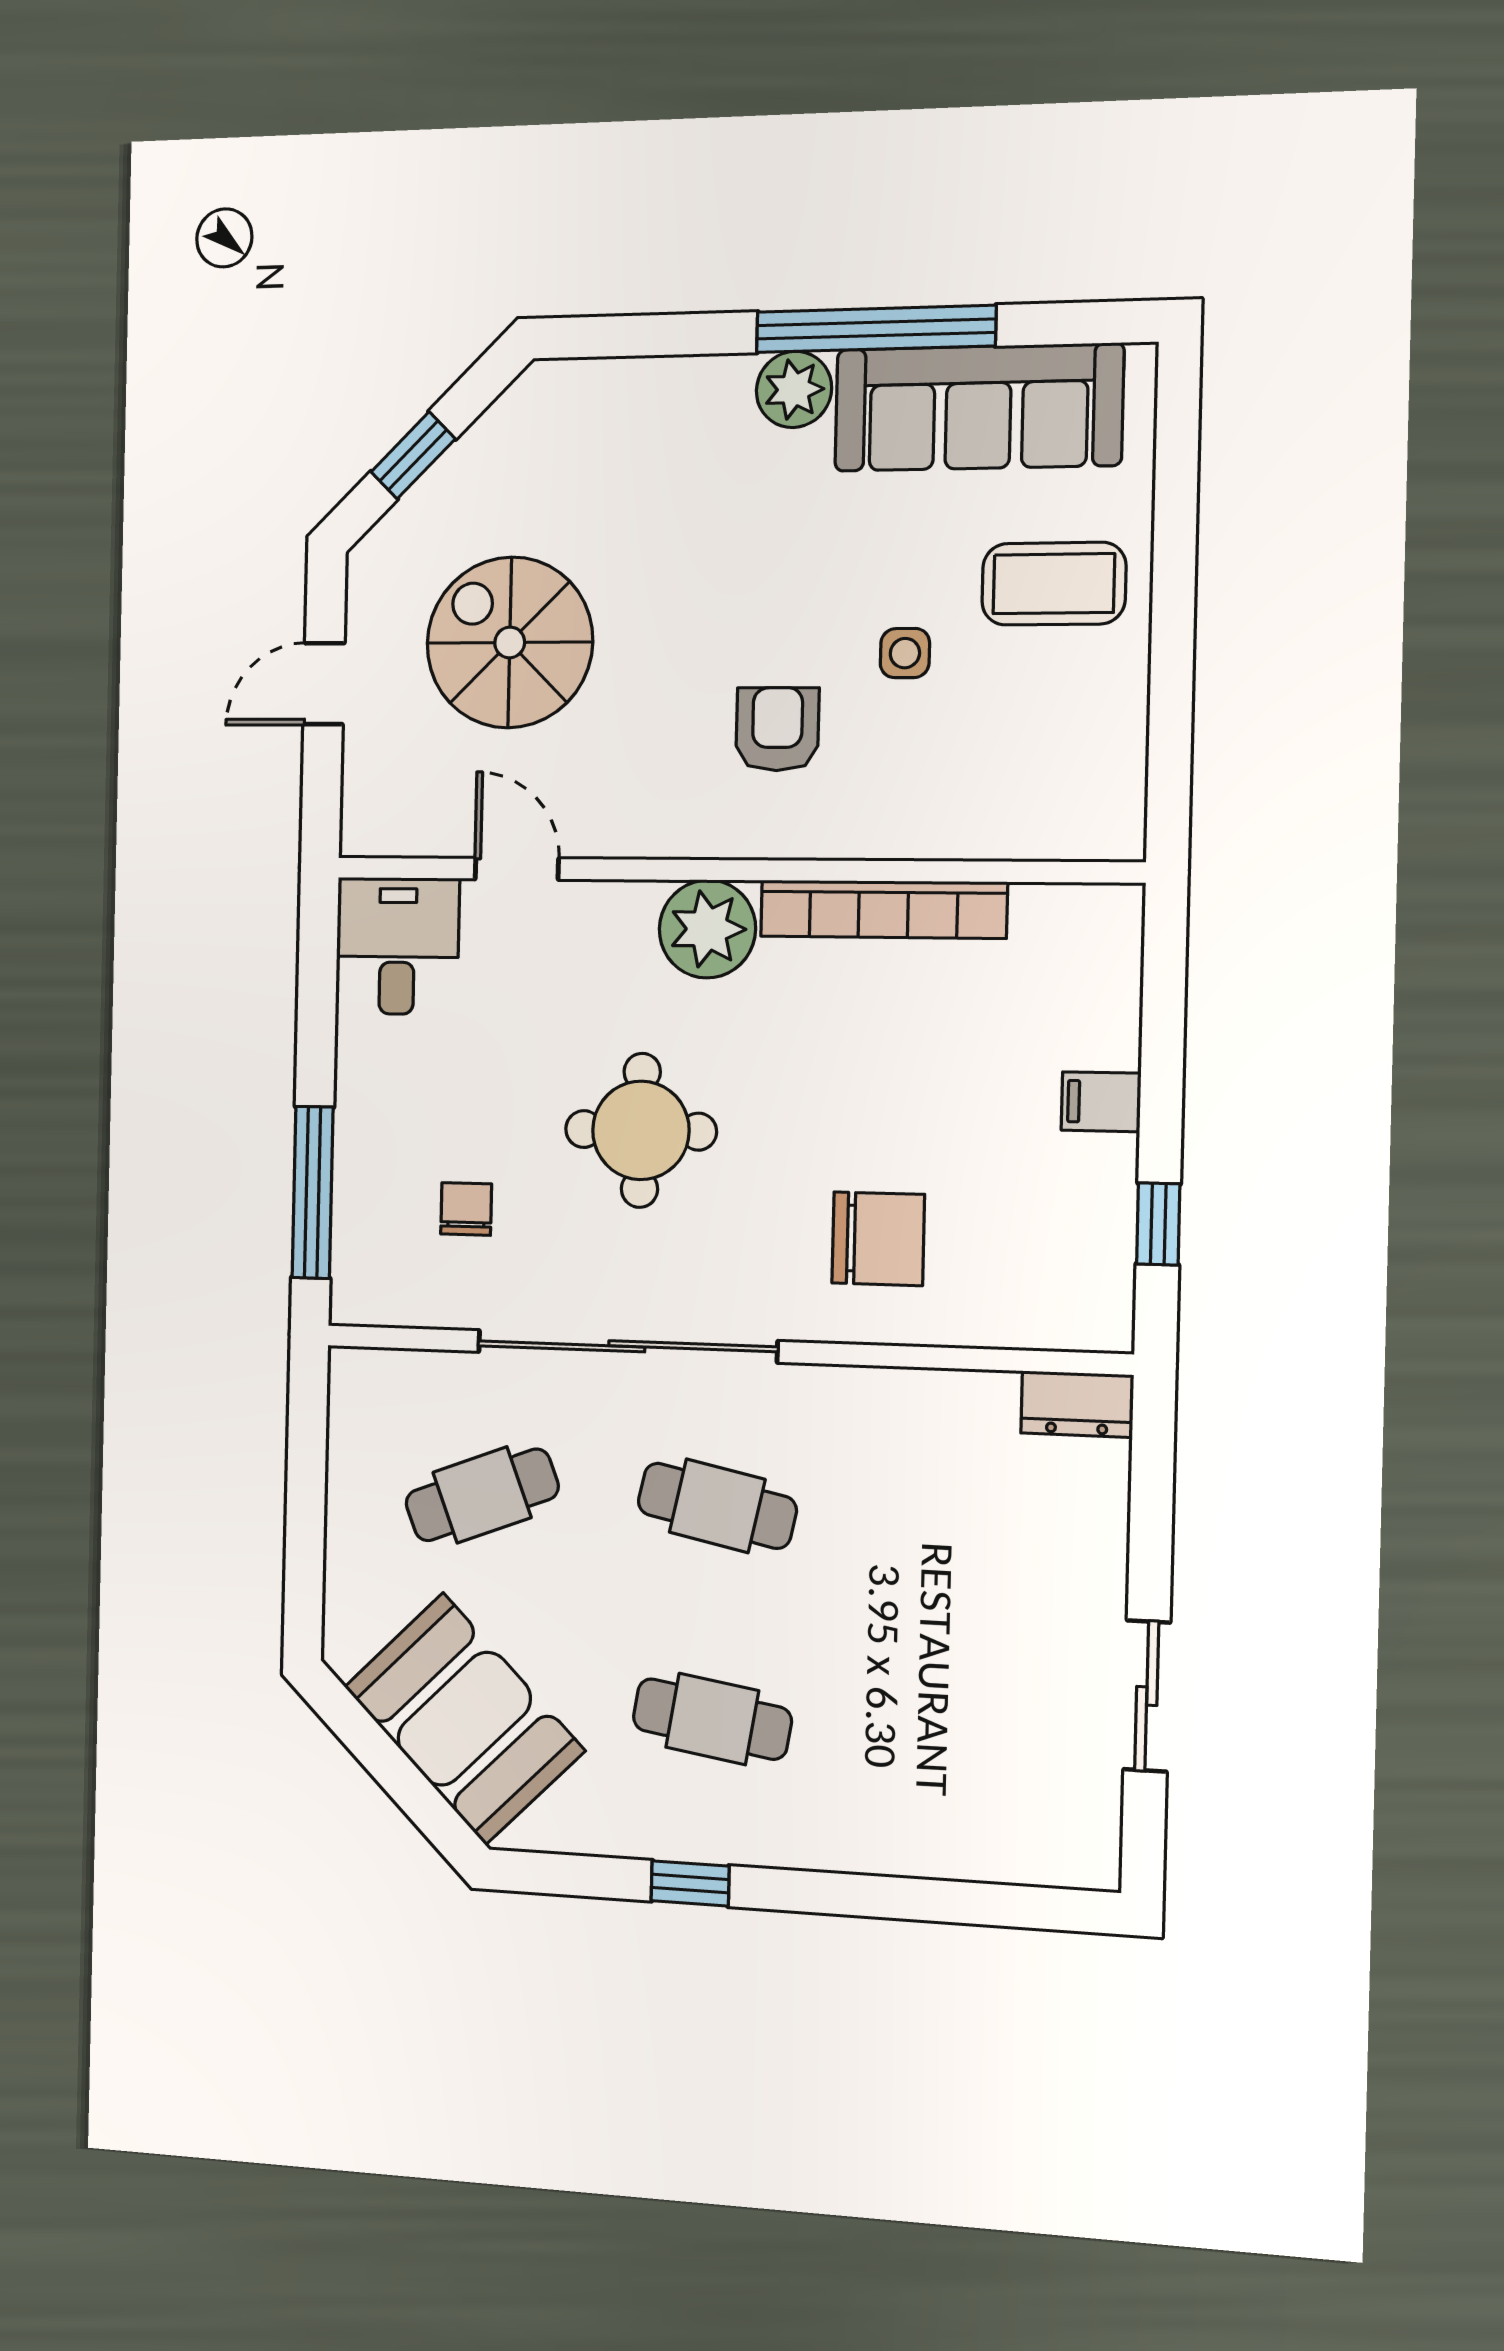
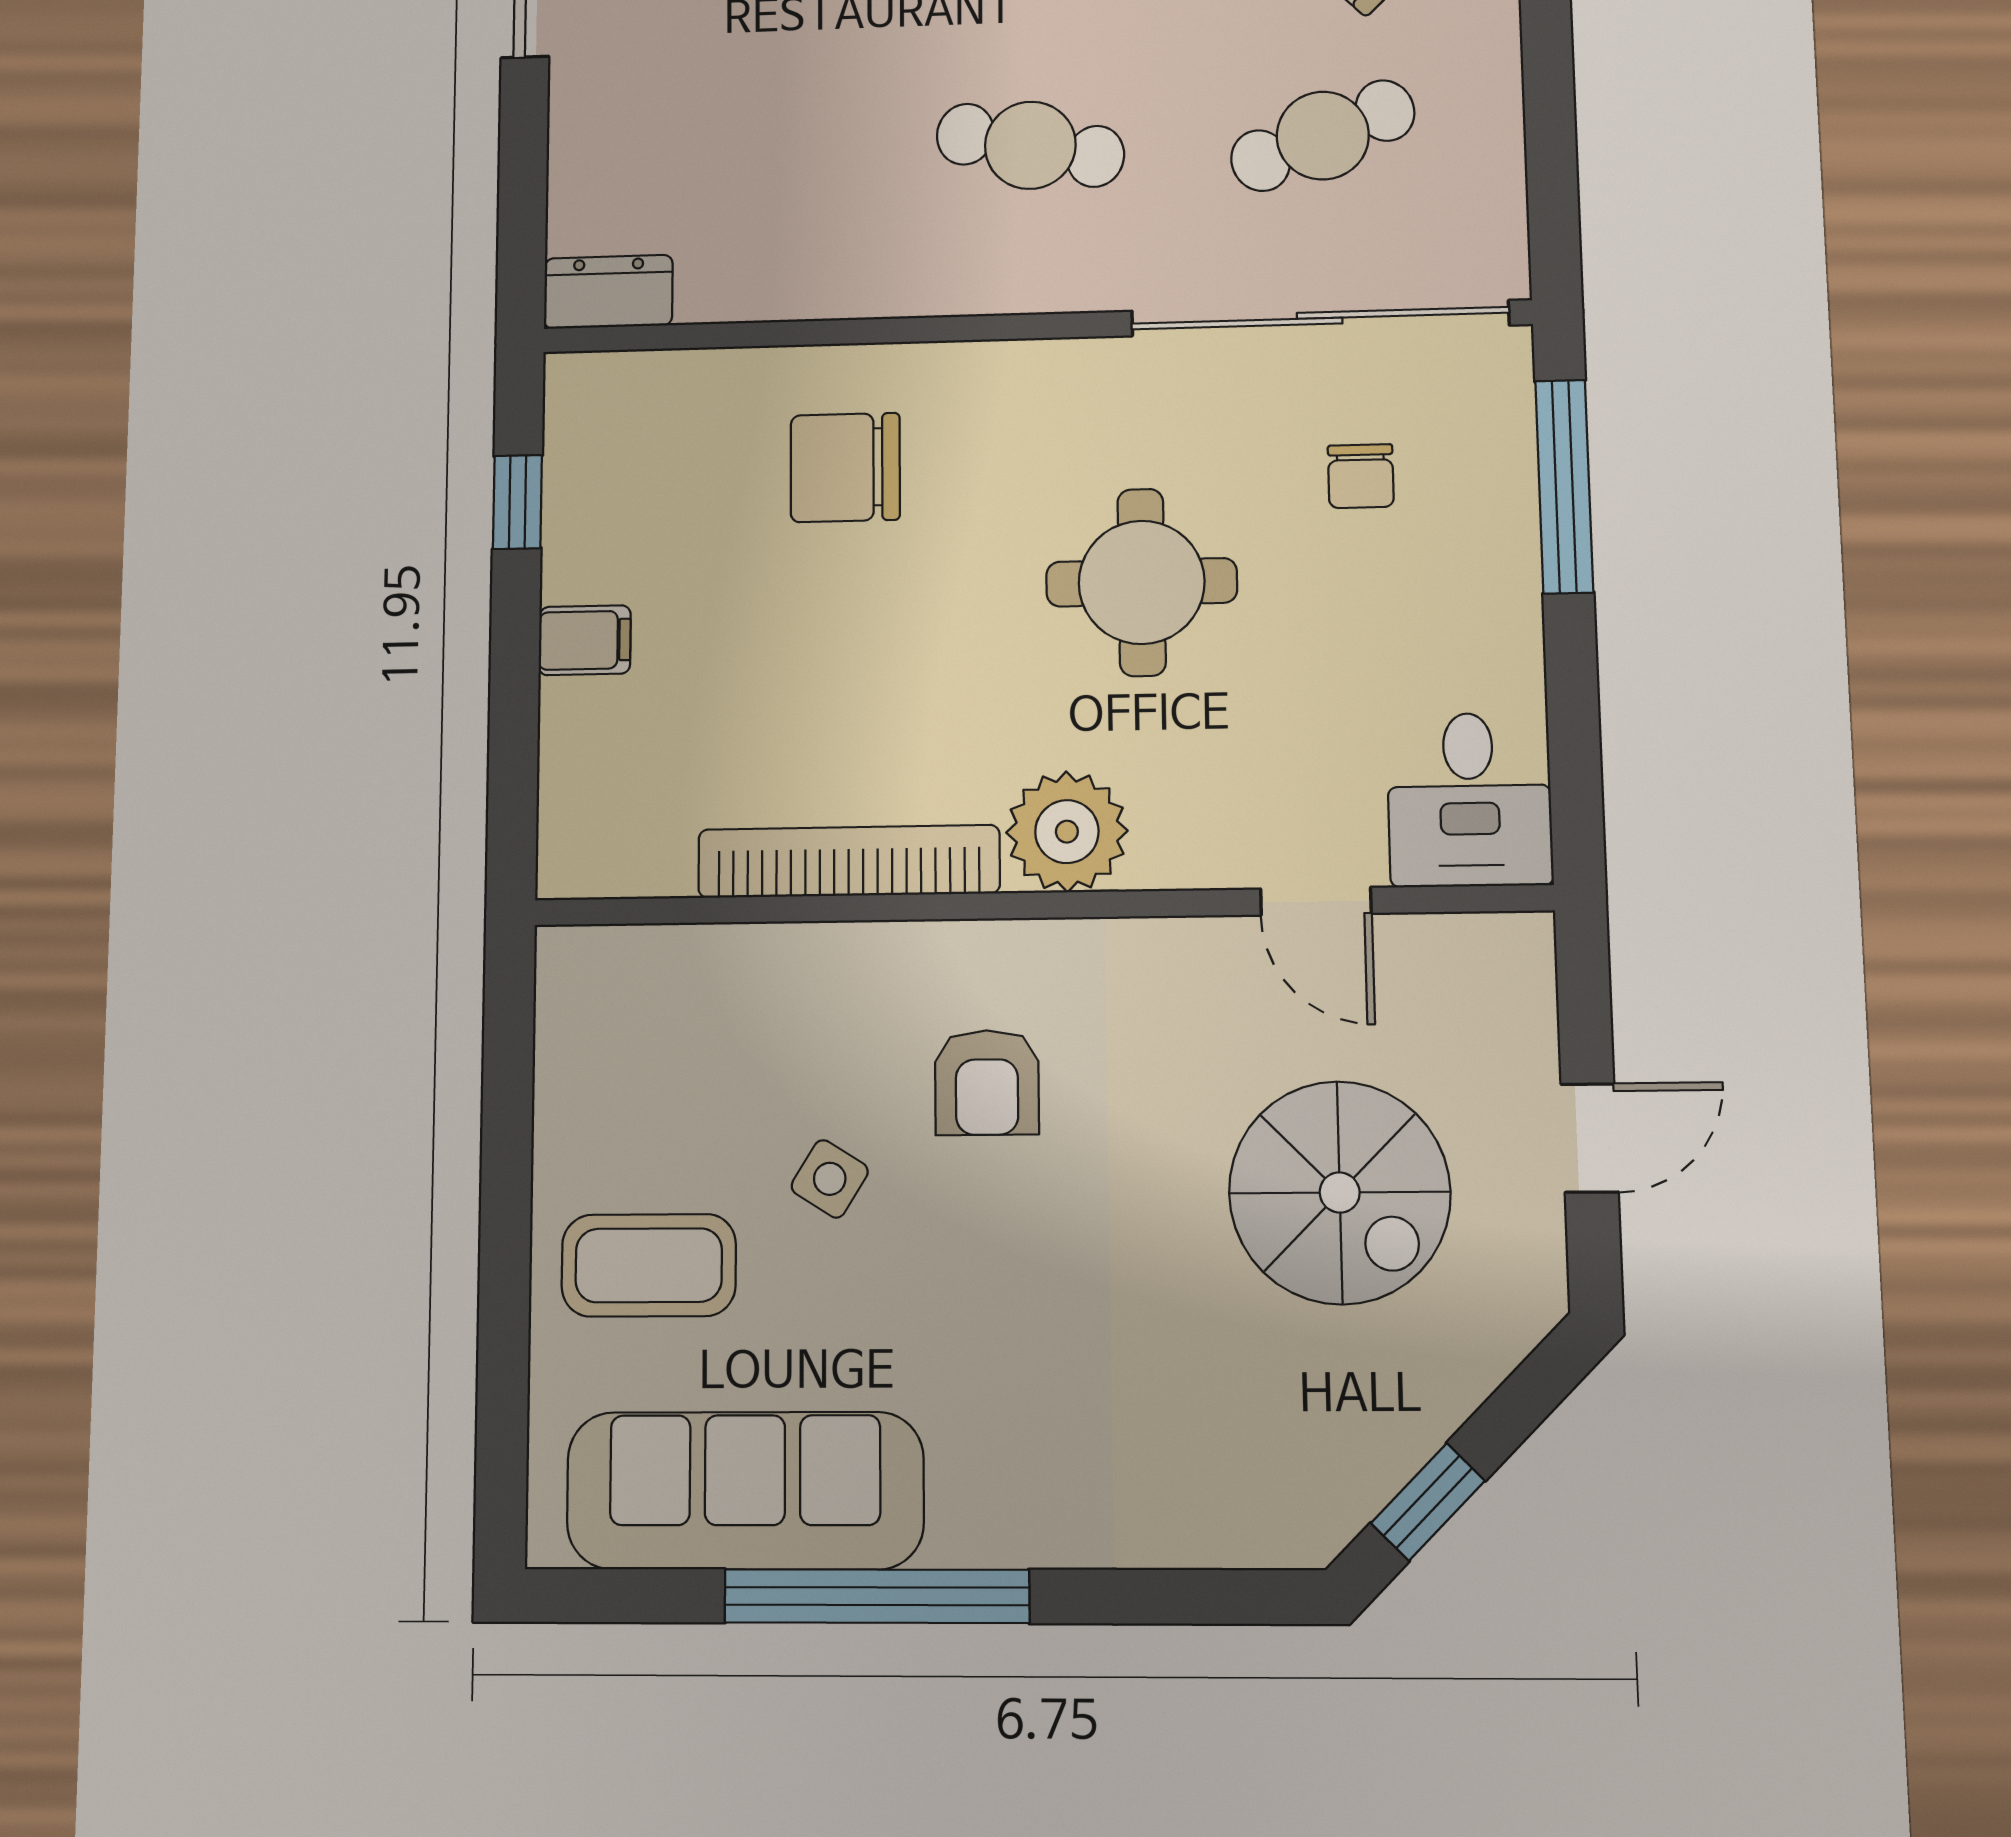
plant: (794, 389) -> (979, 1520), removed
window: (413, 455) -> (1428, 1502), moved
side table: (905, 653) -> (830, 1179), turned 32
sliding door: (627, 1346) -> (1320, 318), moved

